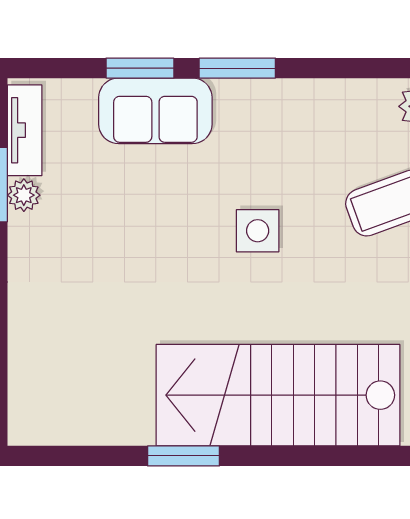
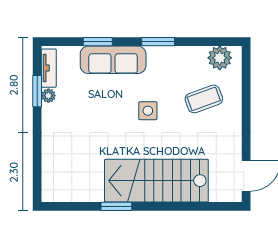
window: (237, 68) -> (158, 42), moved
sofa: (155, 111) -> (113, 60), width x1.36

